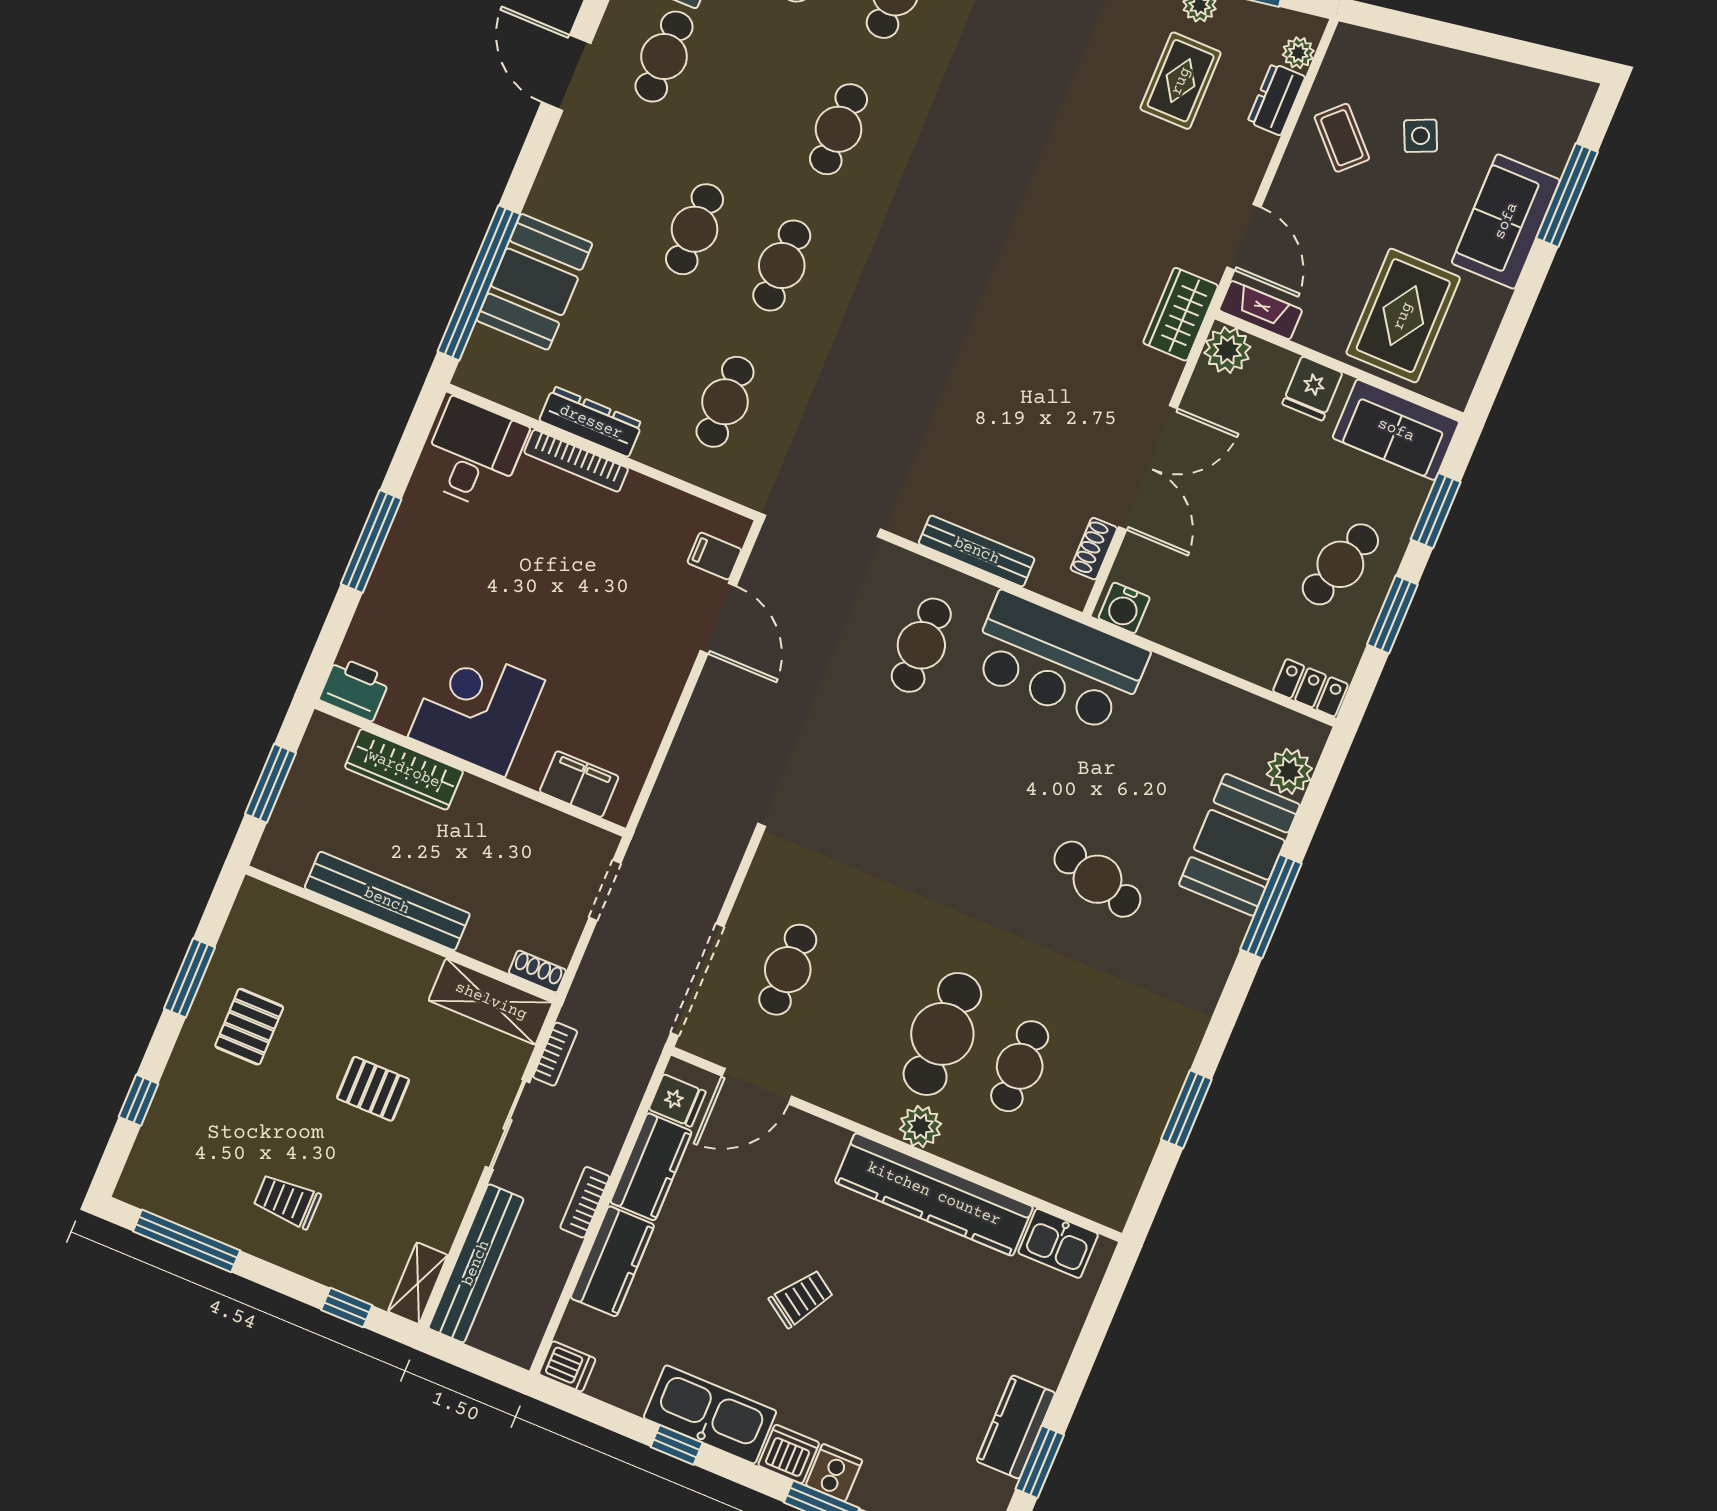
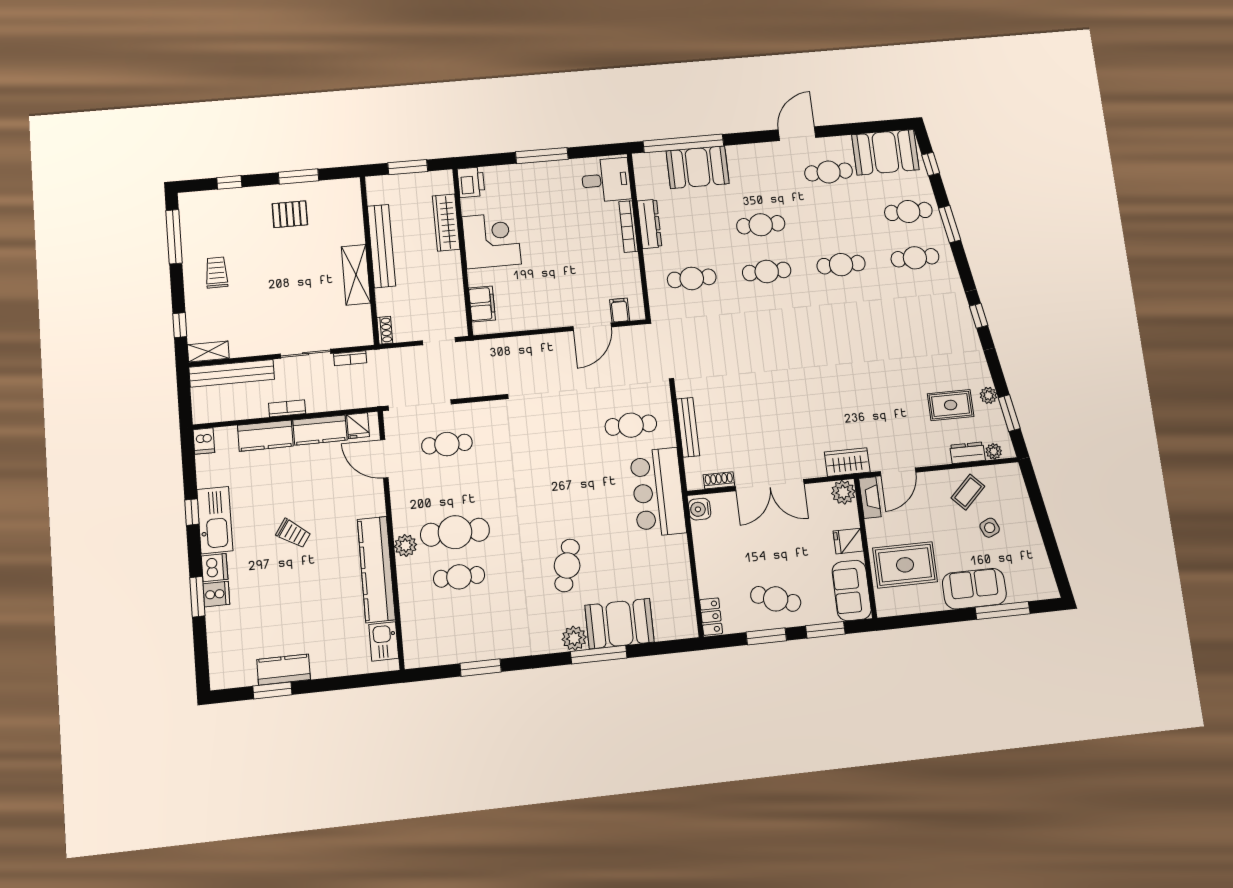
plant: (1289, 771) -> (574, 638), moved
shelving: (491, 1001) -> (356, 275), moved
pallet: (373, 1089) -> (290, 284), removed

